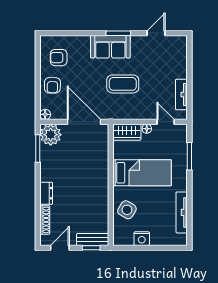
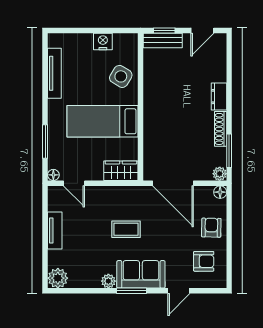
door: (156, 33) -> (179, 291), moved
plant: (137, 41) -> (108, 281), added
plant: (179, 44) -> (58, 278), added
coffee table: (123, 84) -> (126, 229), width x0.73, depth x0.77
tv unit: (181, 95) -> (55, 231), moved
floor lamp: (147, 129) -> (53, 175), moved
plant: (51, 135) -> (220, 174), width x0.53, depth x0.53
shoe rack: (45, 220) -> (221, 129), moved

